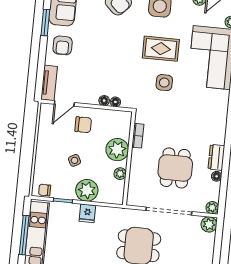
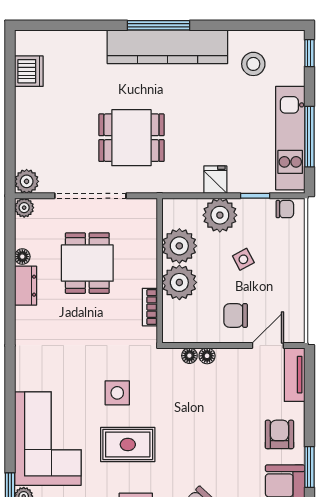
plant: (120, 174) -> (179, 246), width x1.88, depth x1.88

